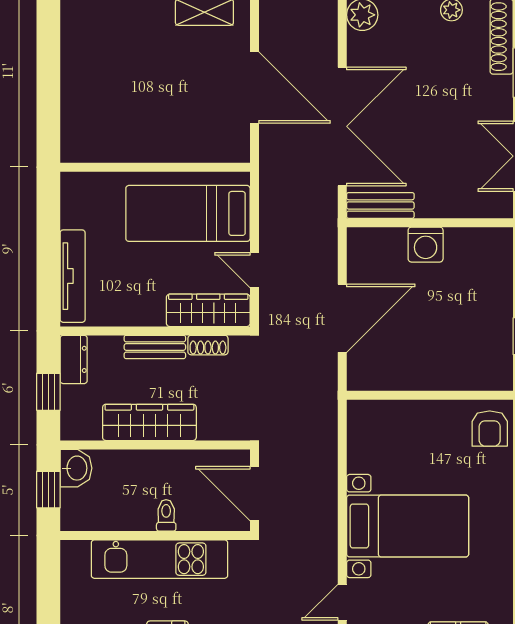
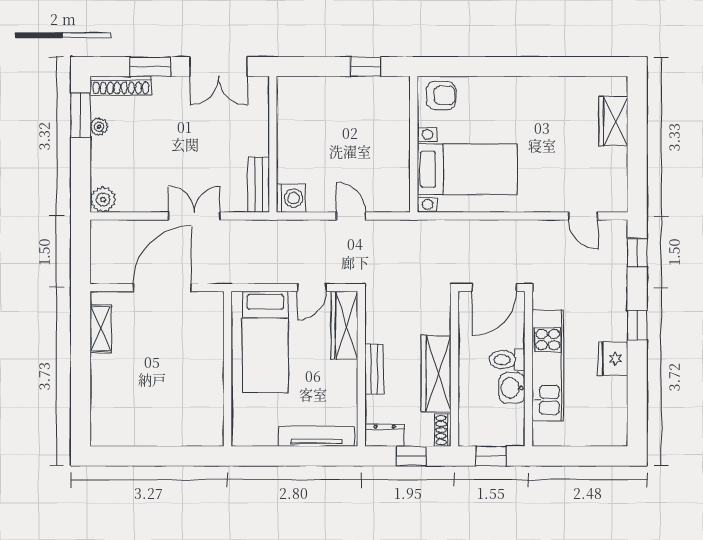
double door: (342, 126) -> (194, 216), width x0.54
washing machine: (426, 245) -> (291, 198), moved
door: (342, 318) -> (351, 216), width x0.53
shoe rack: (208, 345) -> (443, 430), moved, turned 180
washbasin: (76, 468) -> (512, 388), moved, turned -90
toilet: (166, 515) -> (507, 360), width x1.37, depth x1.39
bed with nightstands: (408, 526) -> (467, 169), moved, turned 90

